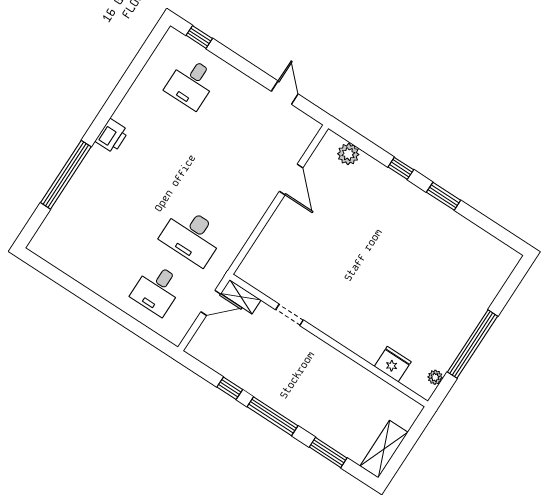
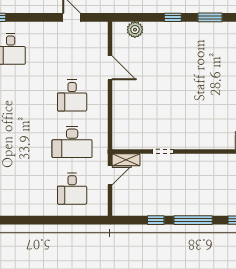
desk: (227, 183) -> (72, 95), added

